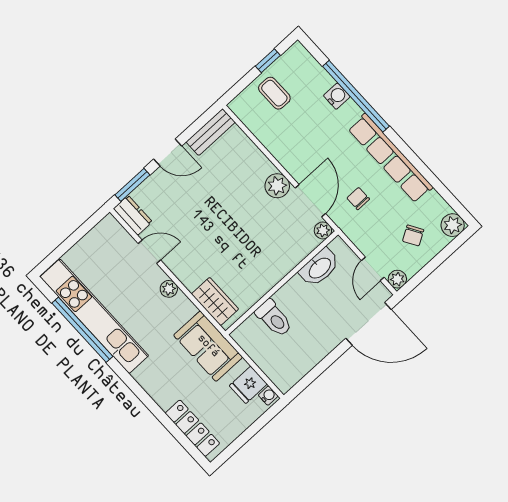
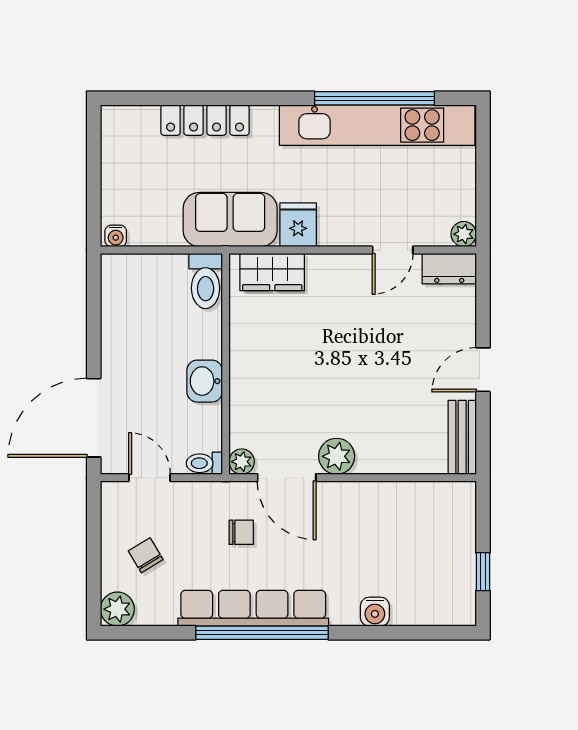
coffee table: (274, 93) -> (441, 546), removed
window: (356, 96) -> (262, 633), moved
window: (132, 185) -> (483, 298), removed
toilet: (341, 248) -> (204, 463), added
washbasin: (319, 268) -> (205, 381), moved, width x0.72
plant: (397, 279) -> (114, 494), removed
plant: (169, 289) -> (464, 234), moved
toilet: (274, 318) -> (206, 281), moved, turned -90
fridge: (248, 385) -> (298, 225), moved
locker: (192, 428) -> (205, 120), moved

